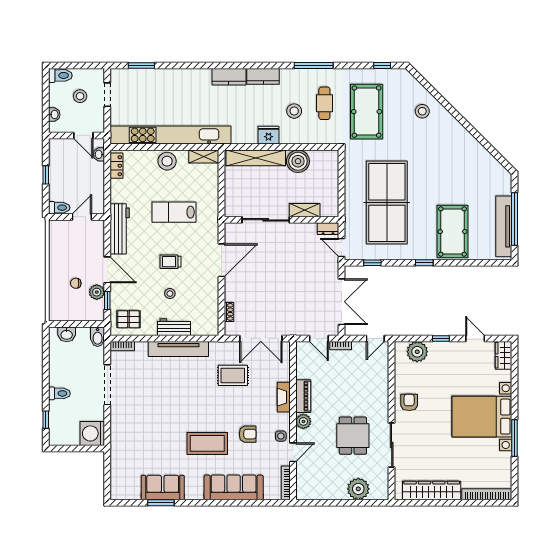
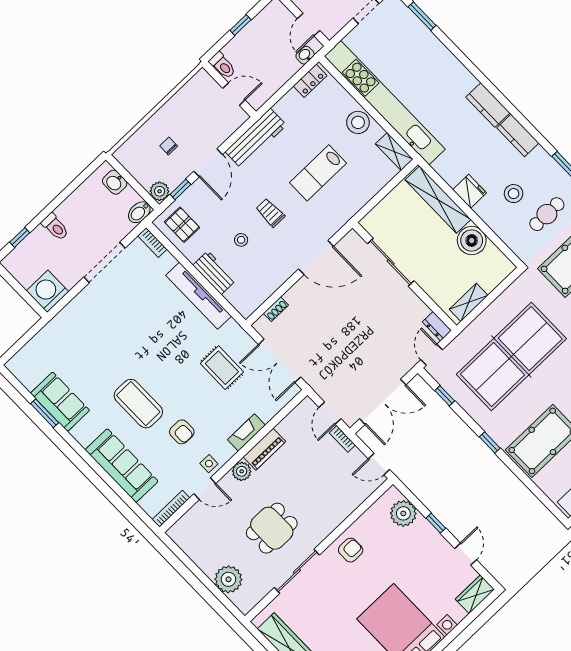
shelving: (305, 210) -> (469, 302), moved, turned 90
lab bench: (174, 212) -> (318, 173), turned -90
plant: (97, 292) -> (160, 191), moved

